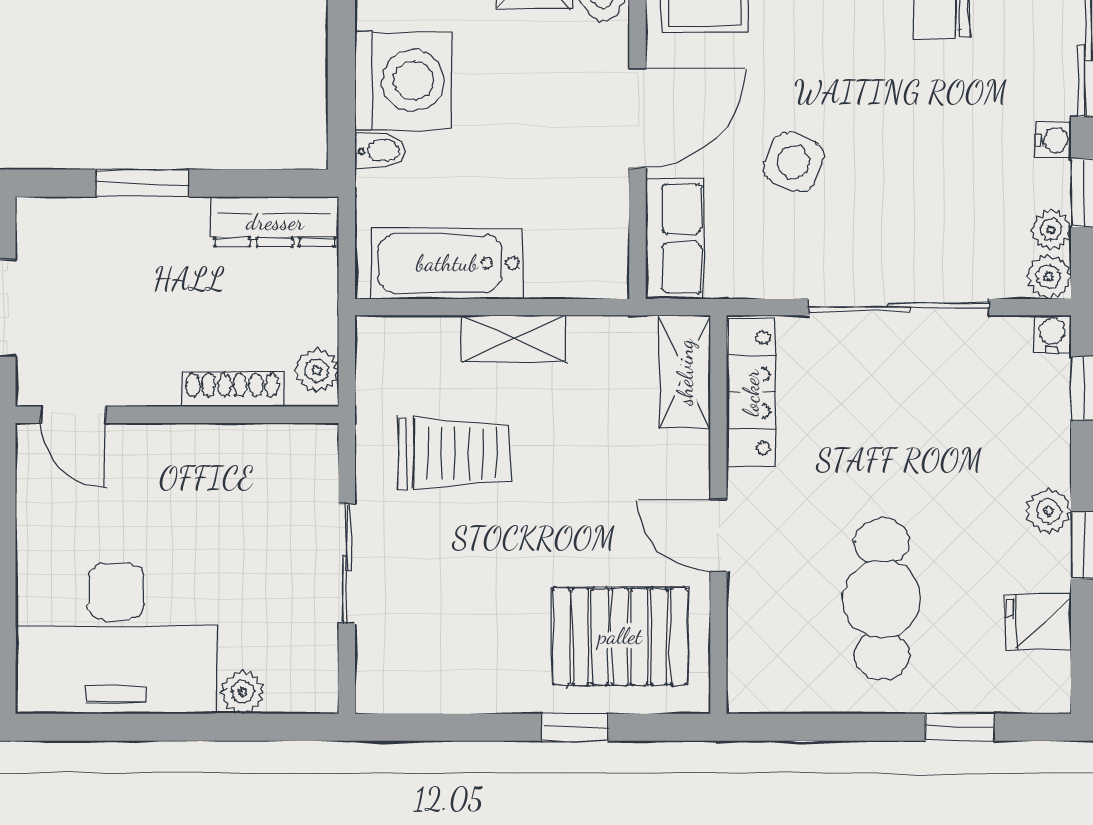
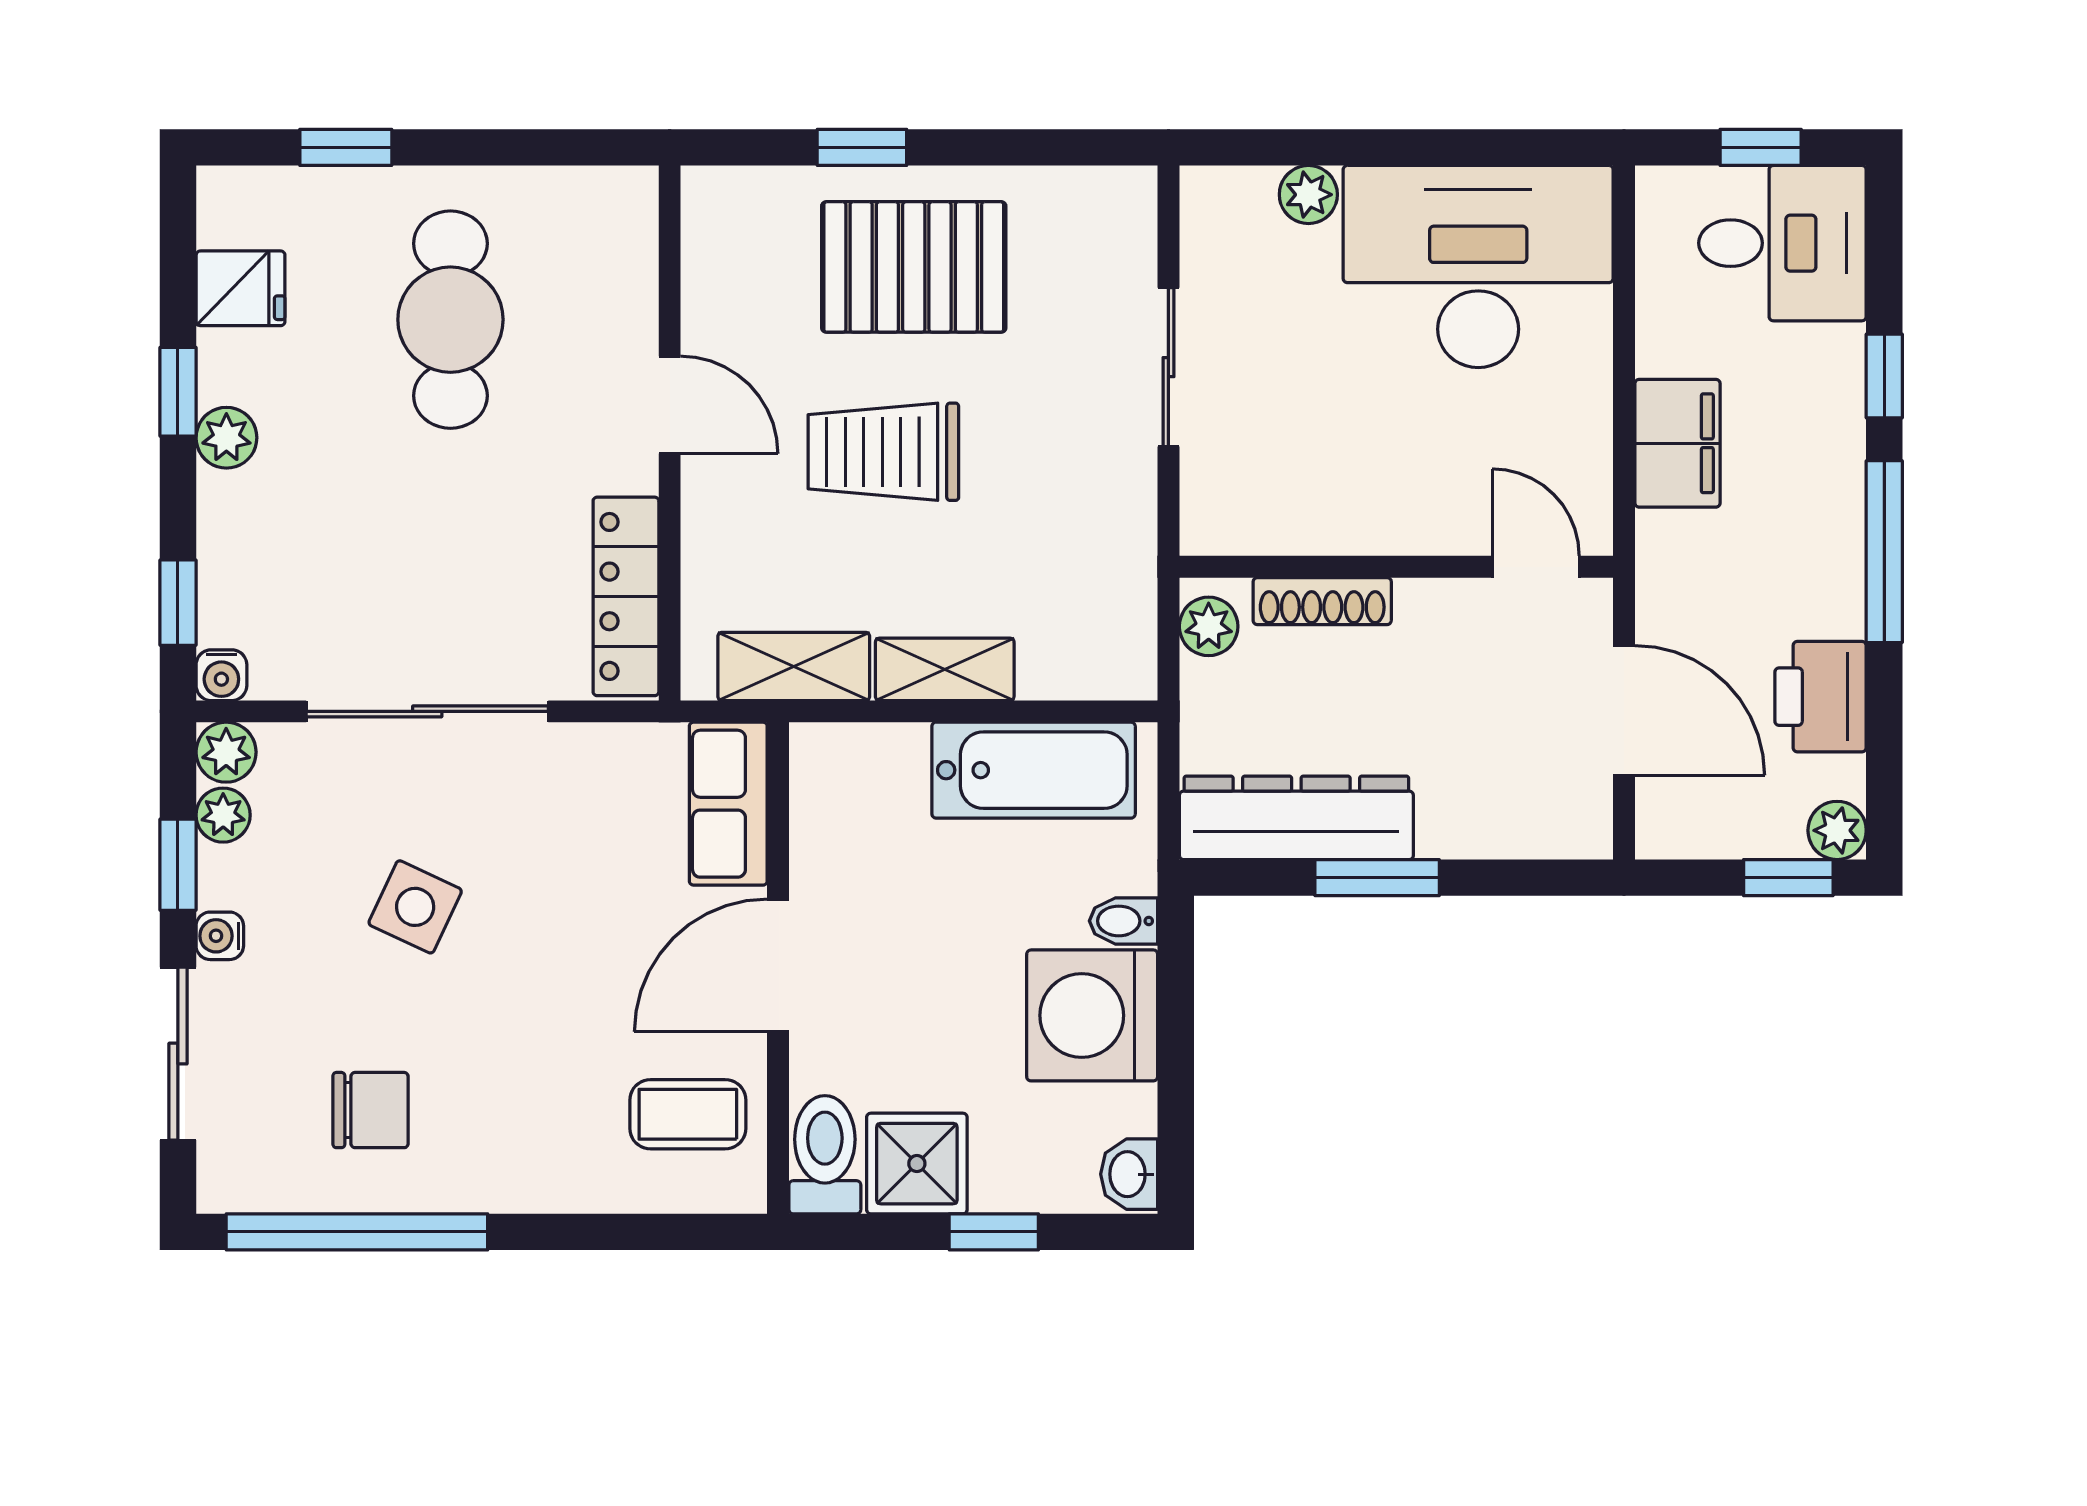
side table: (793, 162) -> (415, 907), moved
window: (143, 183) -> (1377, 878), moved
dresser: (275, 222) -> (1296, 818), width x1.37, depth x1.24
shelving: (685, 372) -> (794, 666), moved, turned 90
trolley: (454, 454) -> (883, 452), moved
pallet: (620, 636) -> (914, 267), moved

